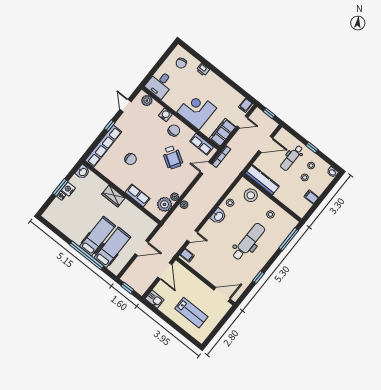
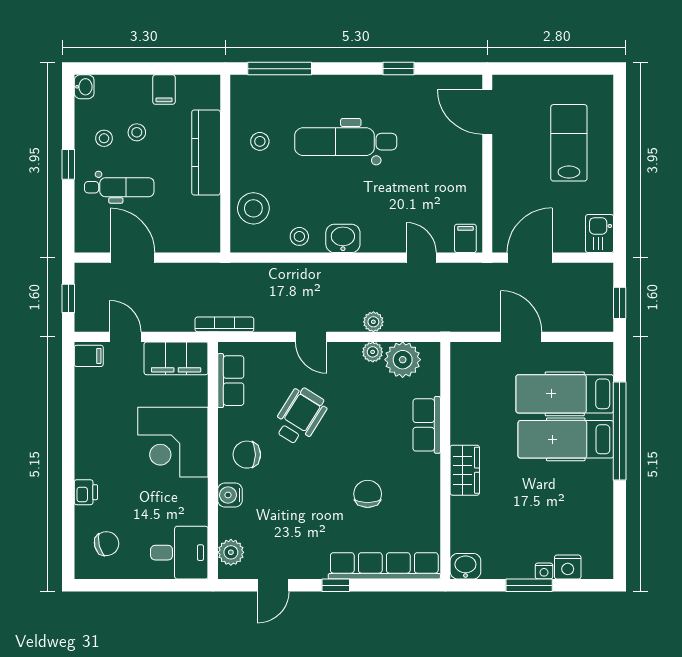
door: (206, 168) -> (311, 337), moved
kitchen counter: (262, 180) -> (206, 152), moved
nightstand: (68, 189) -> (568, 567), moved

